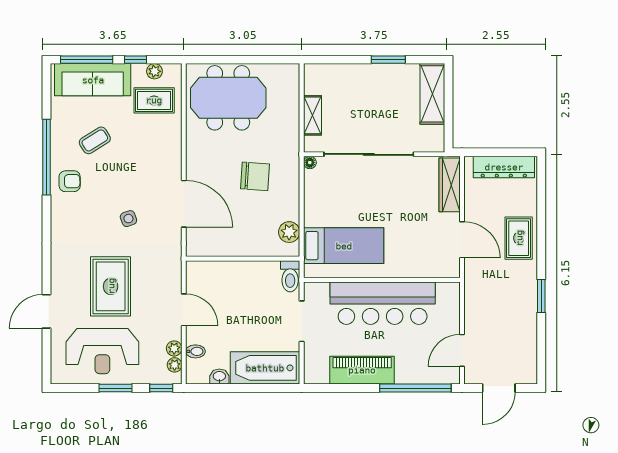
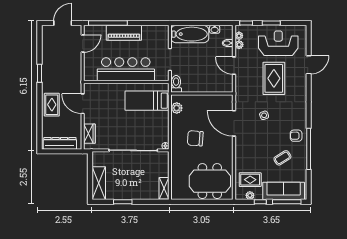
shelving: (312, 115) -> (164, 188), moved
wardrobe: (450, 185) -> (89, 134), width x0.67
piano: (362, 370) -> (124, 33), moved

